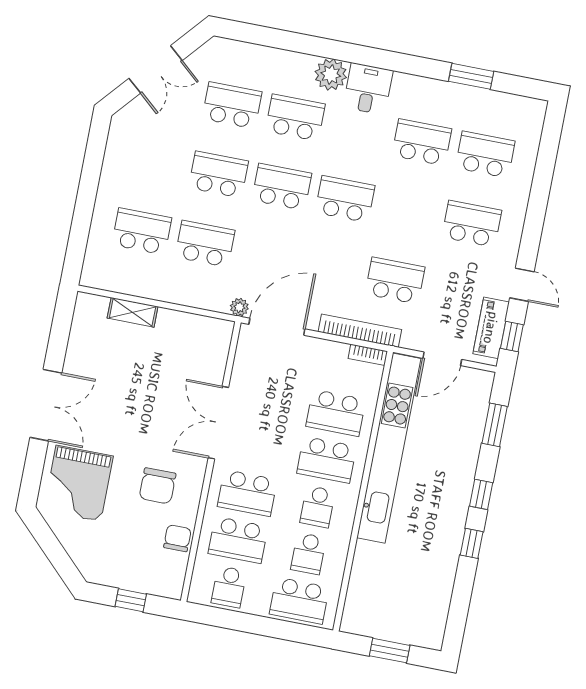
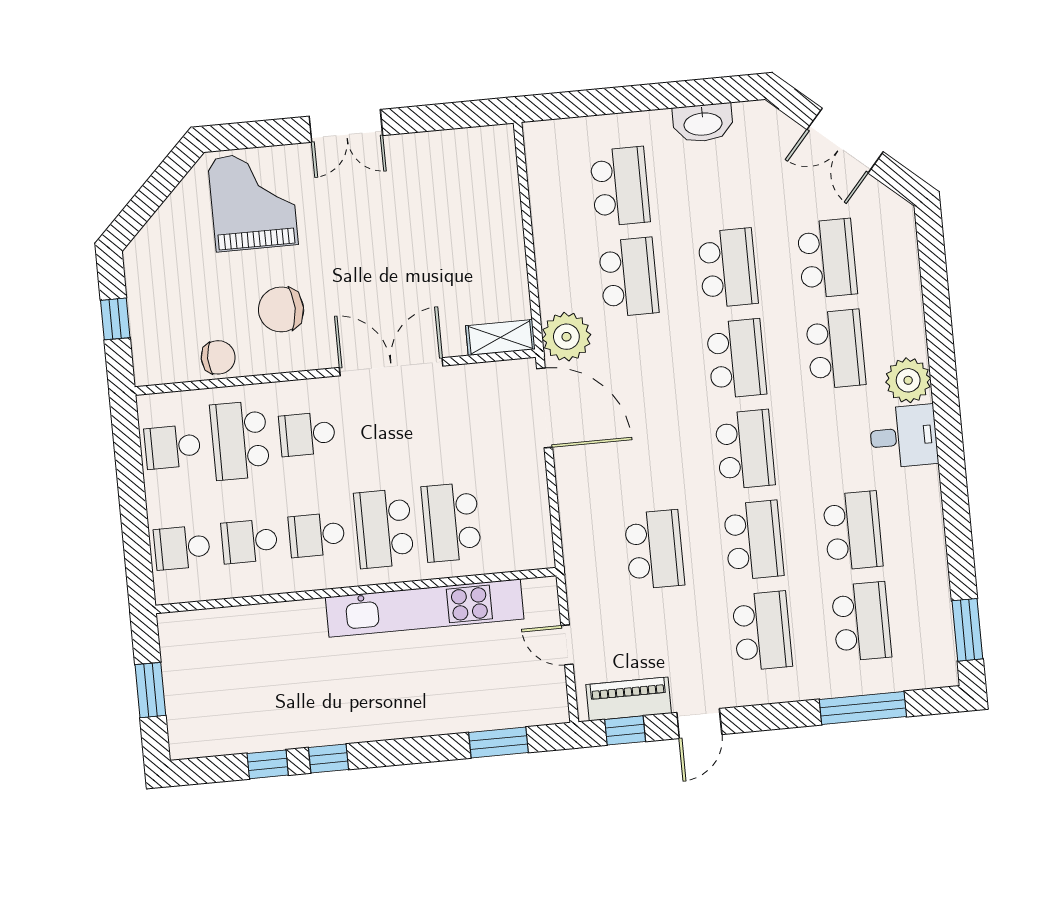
window: (471, 76) -> (967, 630), moved
washbasin: (115, 162) -> (703, 123), added
window: (544, 171) -> (863, 708), added
school desk: (408, 211) -> (754, 540), added
plant: (239, 307) -> (566, 337), width x1.88, depth x1.88
shelving: (133, 312) -> (500, 337), moved, turned 90
bookcase: (360, 331) -> (572, 522), removed
bookcase: (368, 355) -> (543, 543), removed
door: (442, 359) -> (567, 645), width x0.73
double door: (46, 405) -> (346, 126), width x0.73
kitchen unit: (389, 448) -> (425, 608), width x0.73
grand piano: (78, 483) -> (253, 201), turned 90
school desk: (247, 493) -> (307, 434), width x0.54
window: (481, 494) -> (268, 764), moved
school desk: (299, 601) -> (182, 548), width x0.54

